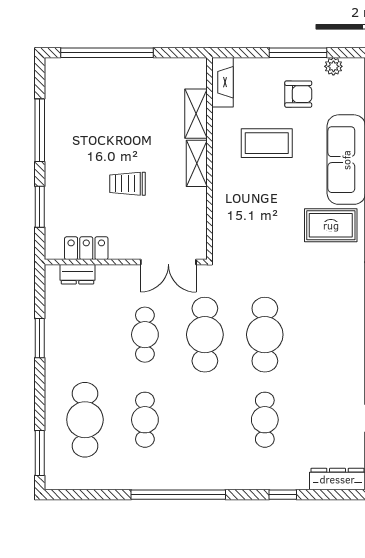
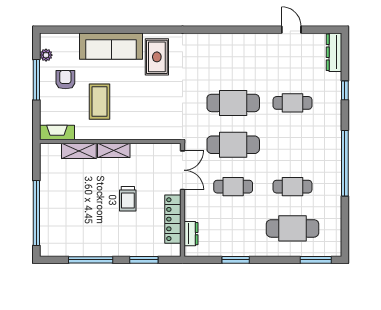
locker: (86, 248) -> (173, 219), width x1.53

